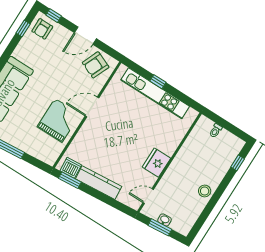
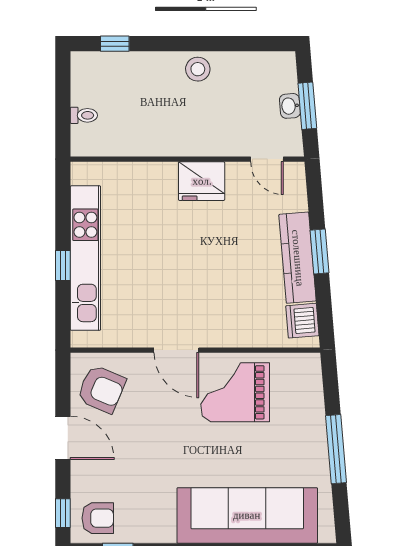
window: (70, 180) -> (320, 252), moved

